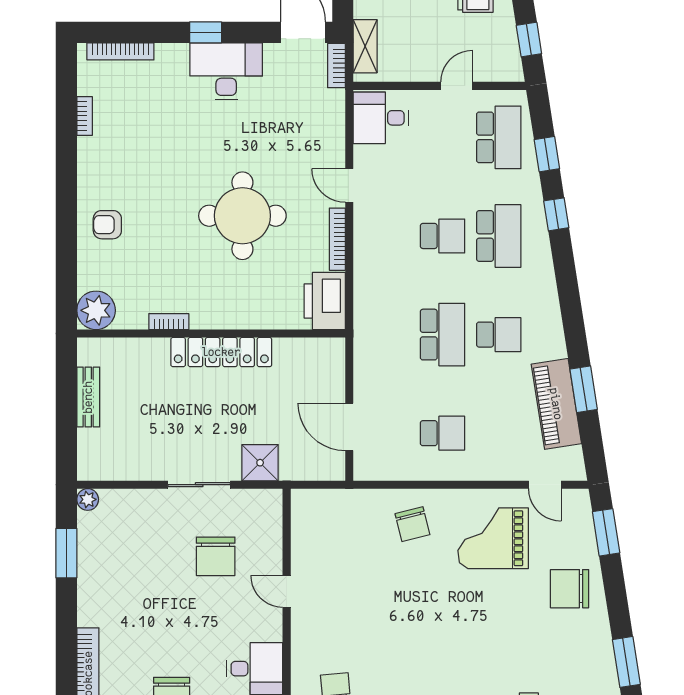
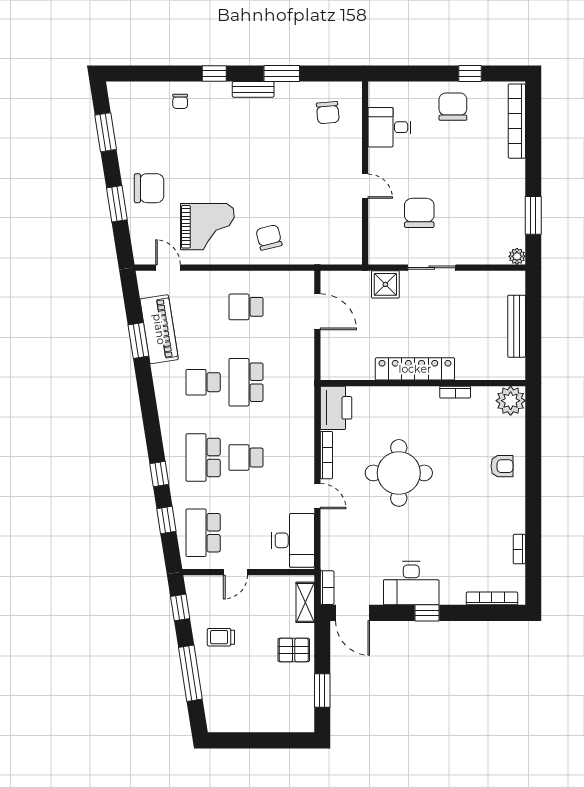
desk: (381, 118) -> (293, 540), width x1.37
bench: (88, 397) -> (517, 326), width x1.36
window: (606, 532) -> (117, 204), moved

